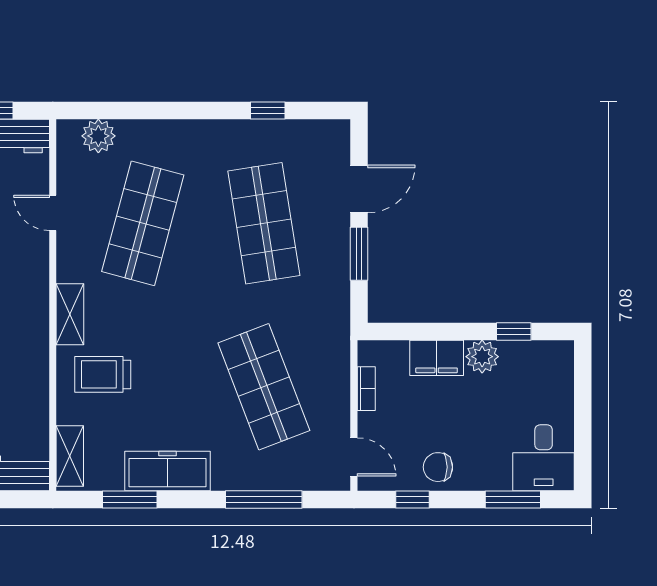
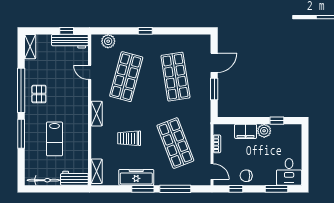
window: (268, 111) -> (145, 31), moved
trolley: (103, 374) -> (129, 138), moved
window: (130, 499) -> (143, 189), moved

